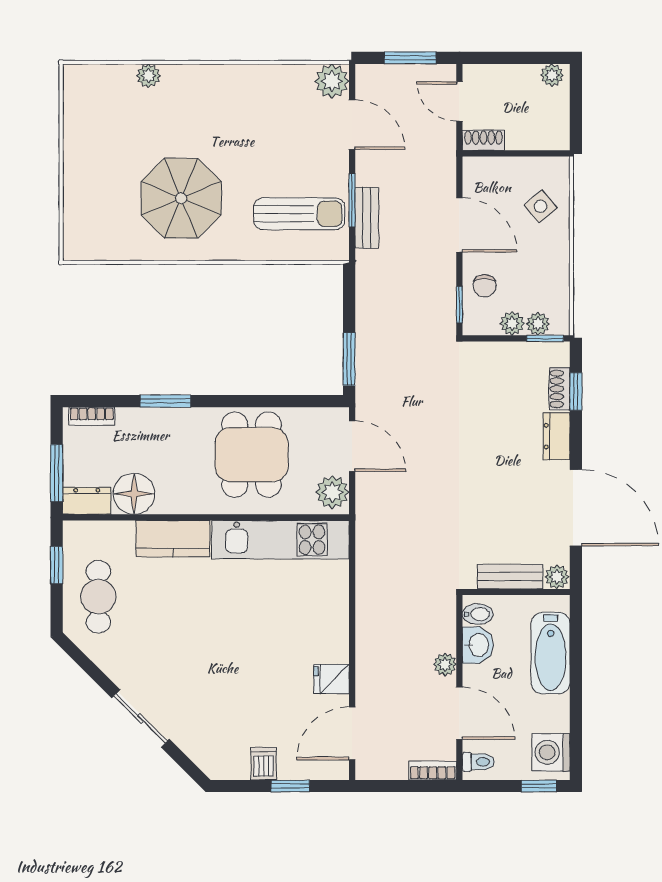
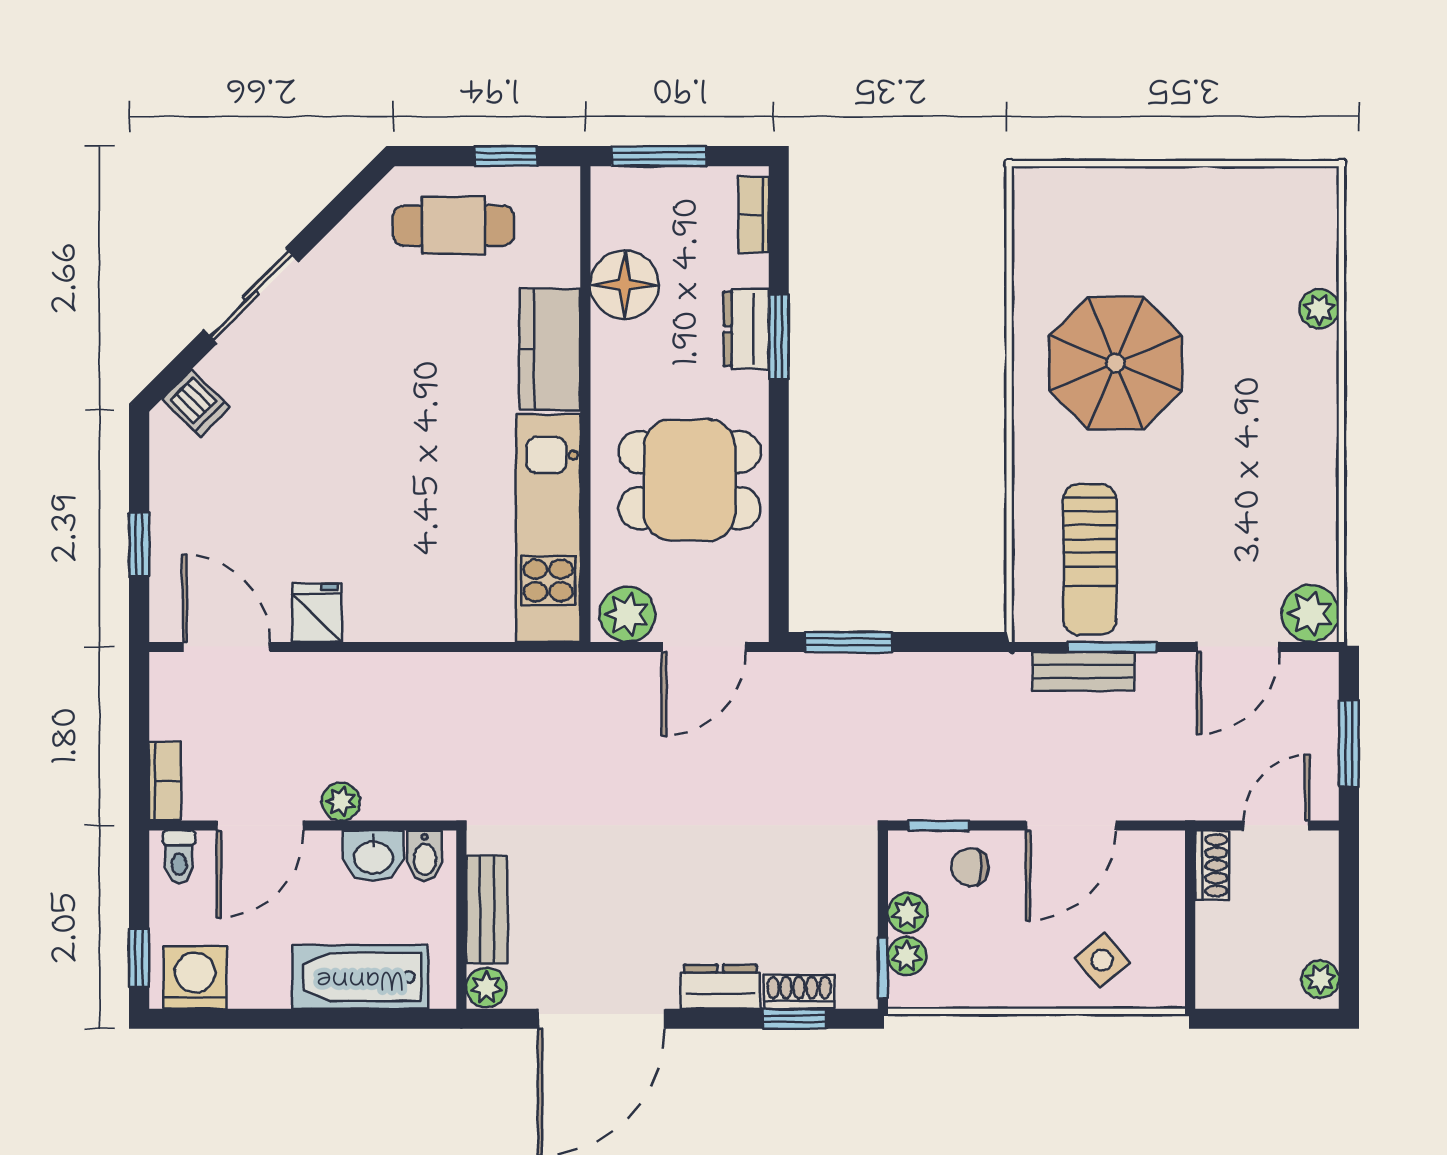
dresser: (87, 501) -> (746, 329), moved, turned 180
dishwasher: (264, 764) -> (196, 403), moved, turned 45

